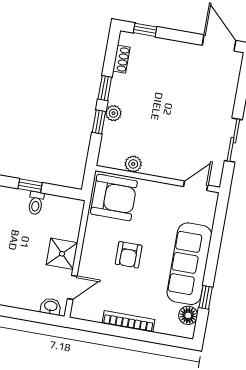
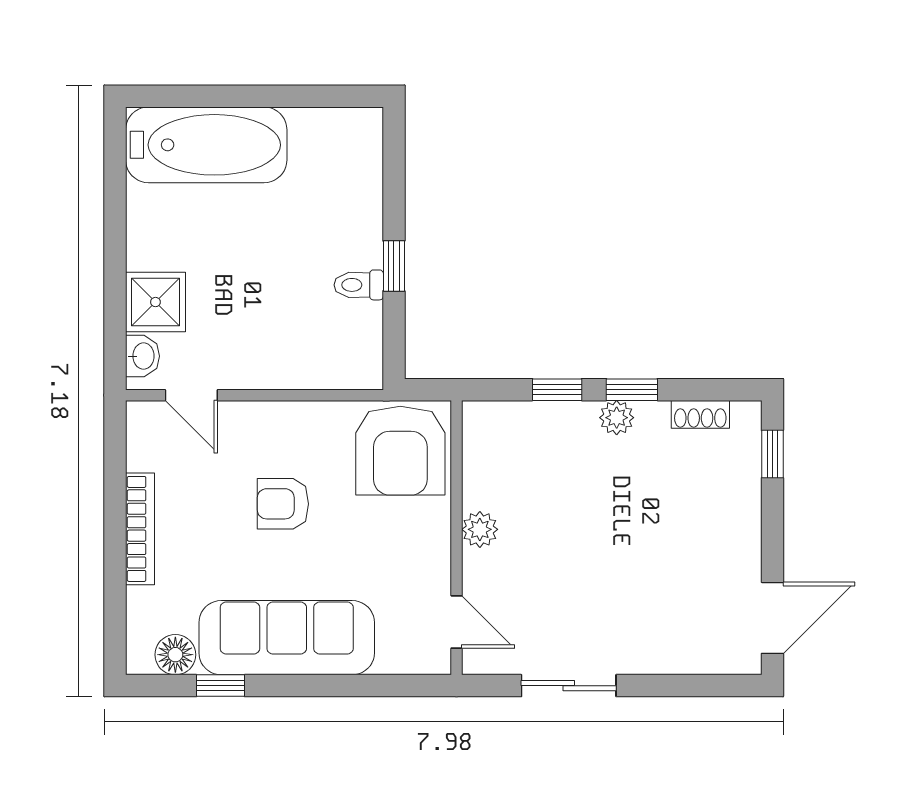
plant: (113, 113) -> (617, 418), moved
plant: (133, 164) -> (480, 529), moved
shower: (62, 254) -> (155, 302), moved

